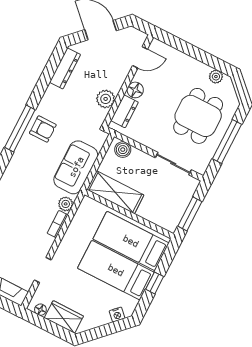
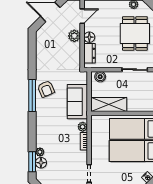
dresser: (65, 68) -> (41, 46), removed
plant: (106, 99) -> (74, 36), moved
armchair: (43, 129) -> (46, 89), turned 67

